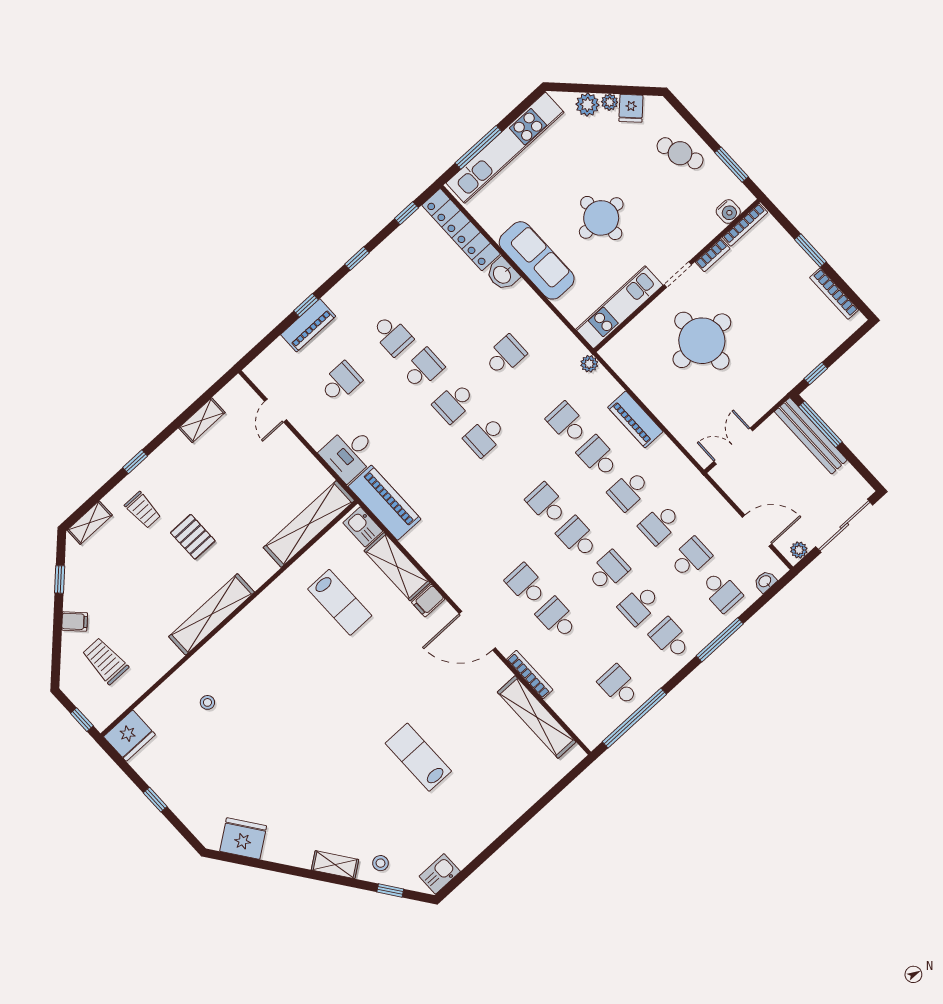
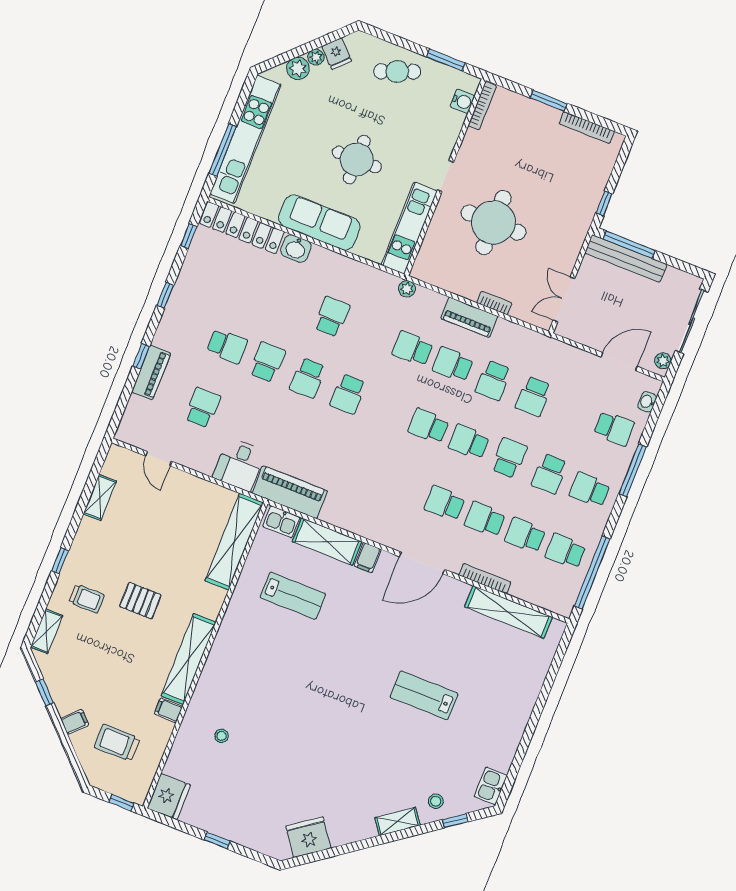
bookcase: (713, 255) -> (494, 303), moved, turned -90
school desk: (691, 558) -> (525, 535), moved, turned -90
filing cabinet: (169, 654) -> (168, 710), added

